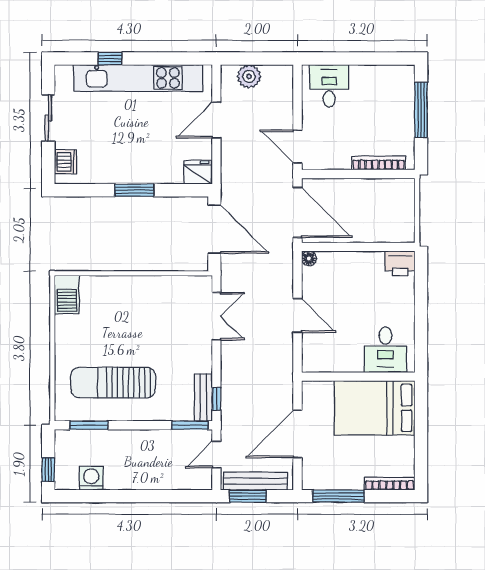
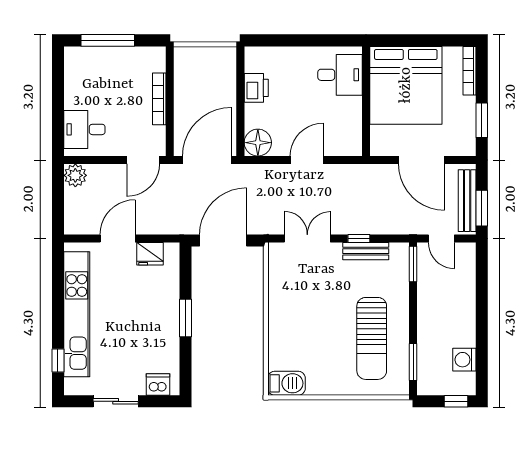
window: (110, 59) -> (58, 360), moved
plant: (249, 76) -> (75, 175), moved
door: (216, 120) -> (118, 238), swing flipped
bookcase: (379, 163) -> (159, 99), moved
fridge: (197, 172) -> (150, 254), moved, turned -90
floor lamp: (309, 258) -> (258, 143), width x1.89, depth x1.89
printer: (400, 263) -> (256, 88), moved
bench: (203, 398) -> (366, 251), moved
window: (216, 399) -> (359, 238), moved
bed: (375, 408) -> (406, 85), width x1.36
window: (339, 496) -> (482, 120), width x0.69

